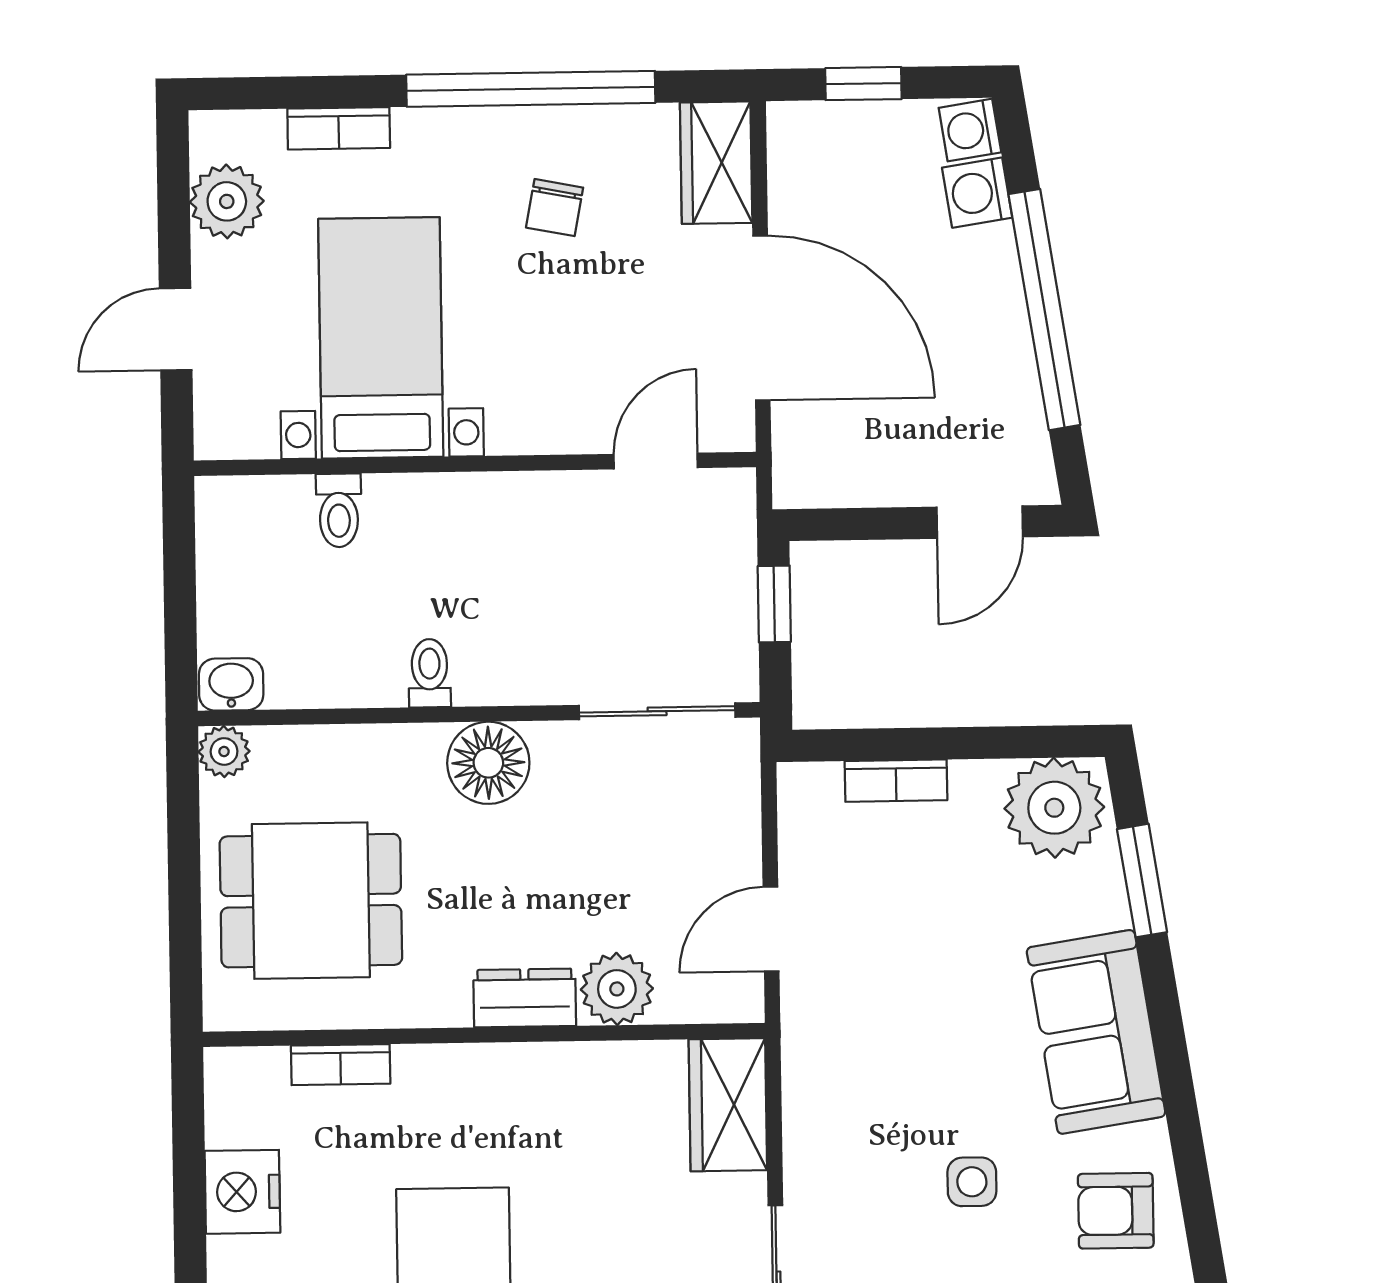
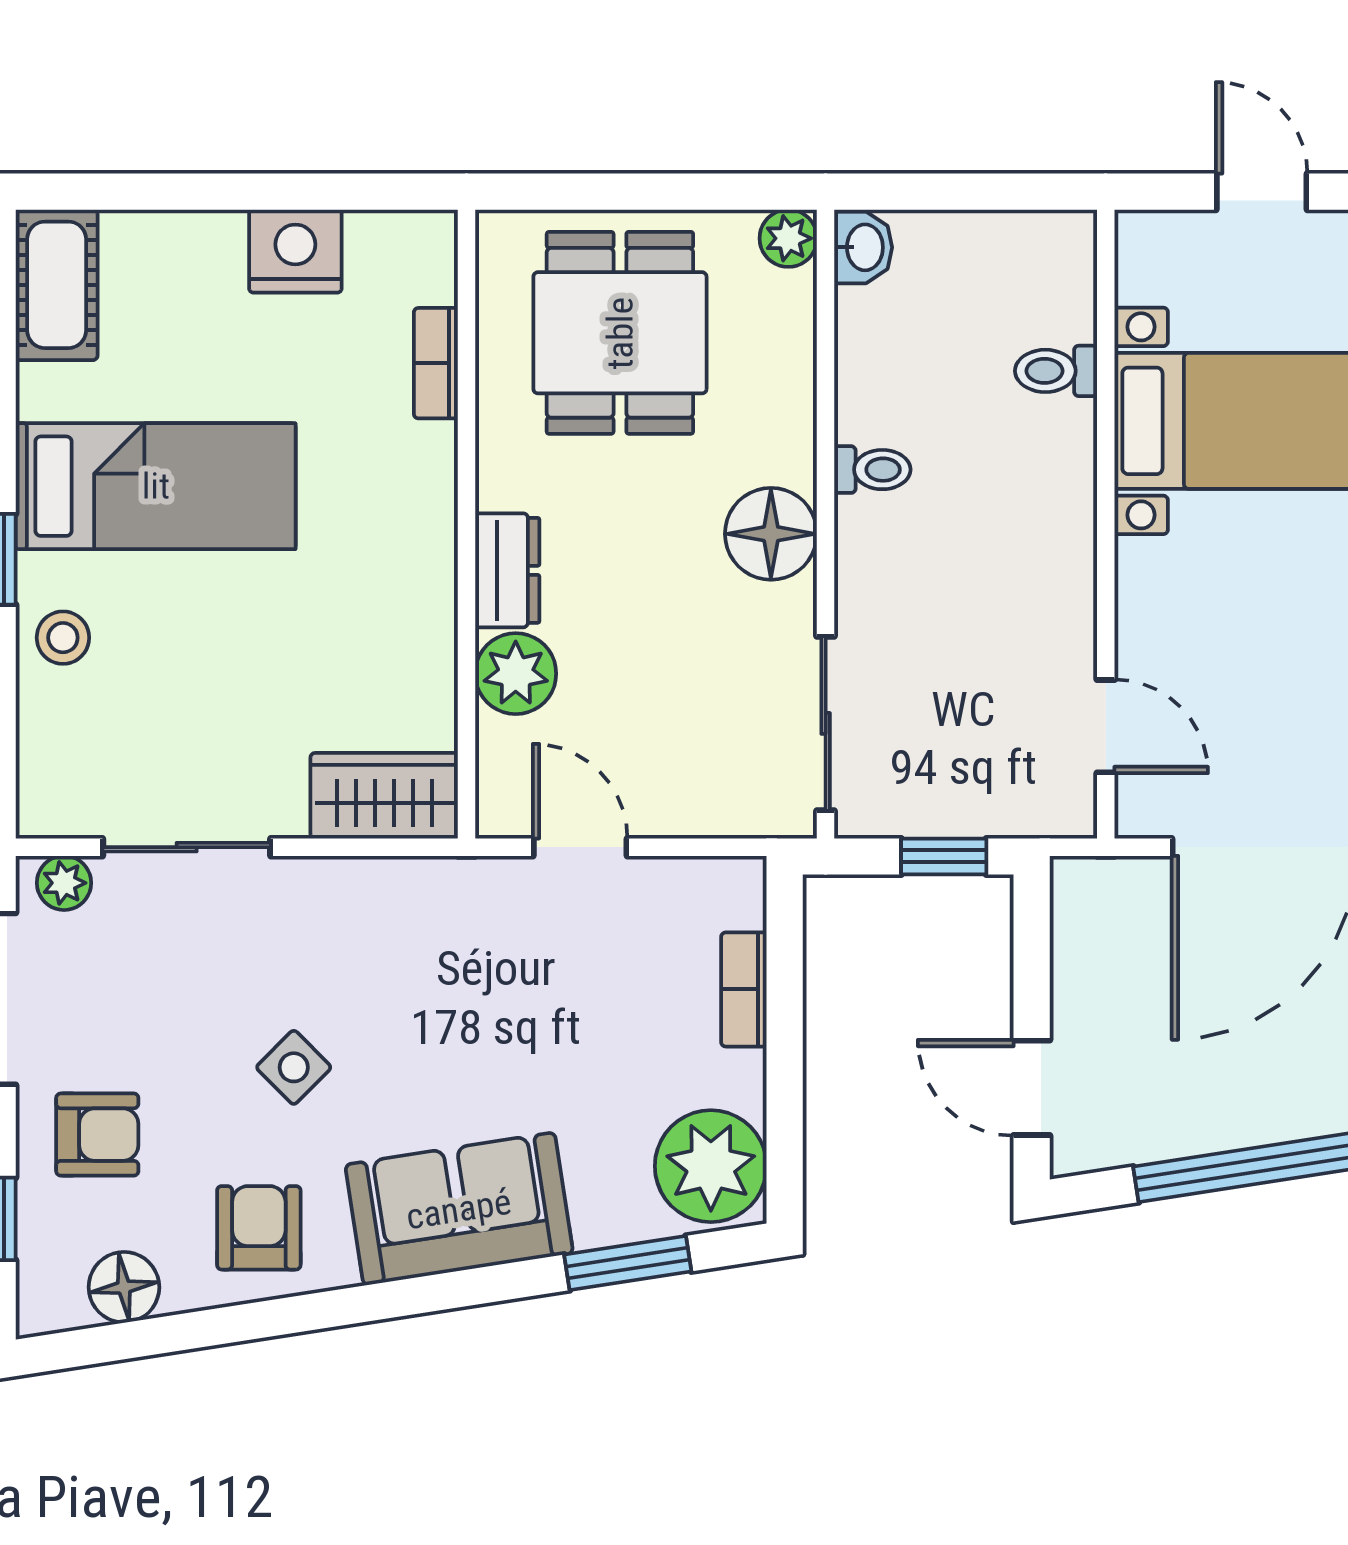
side table: (972, 1182) -> (294, 1067), turned 45

